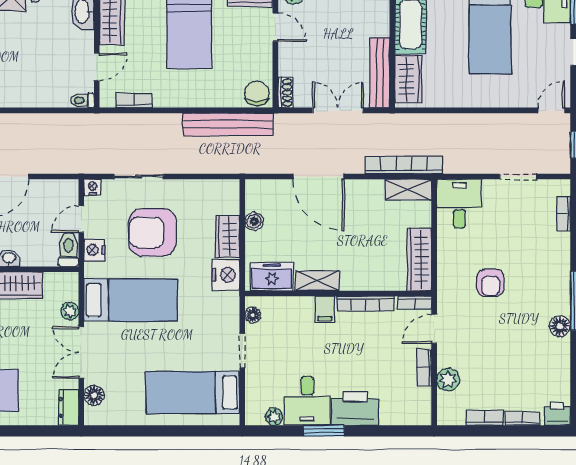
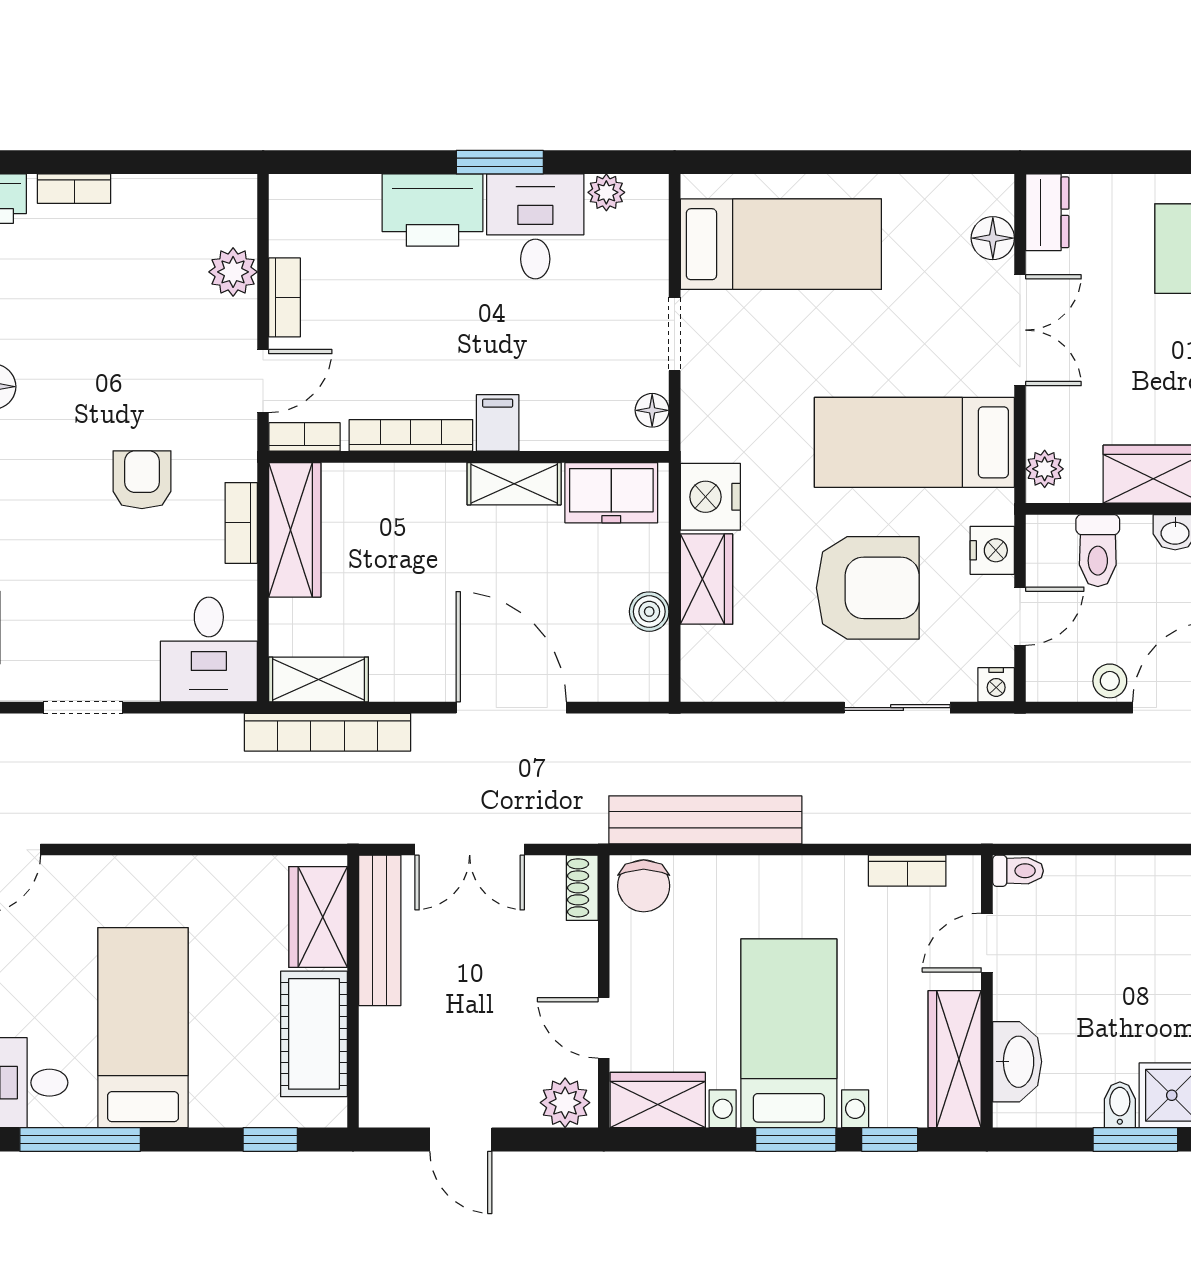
stool: (39, 189) -> (1110, 681), added
toilet: (68, 250) -> (1098, 551), moved
plant: (70, 311) -> (1045, 469), moved
bookcase: (485, 418) -> (241, 523), moved, turned 90

